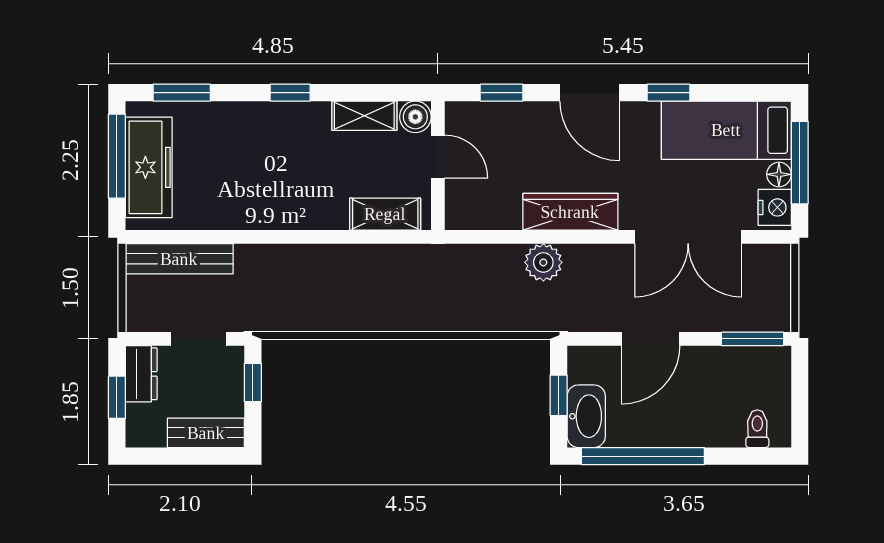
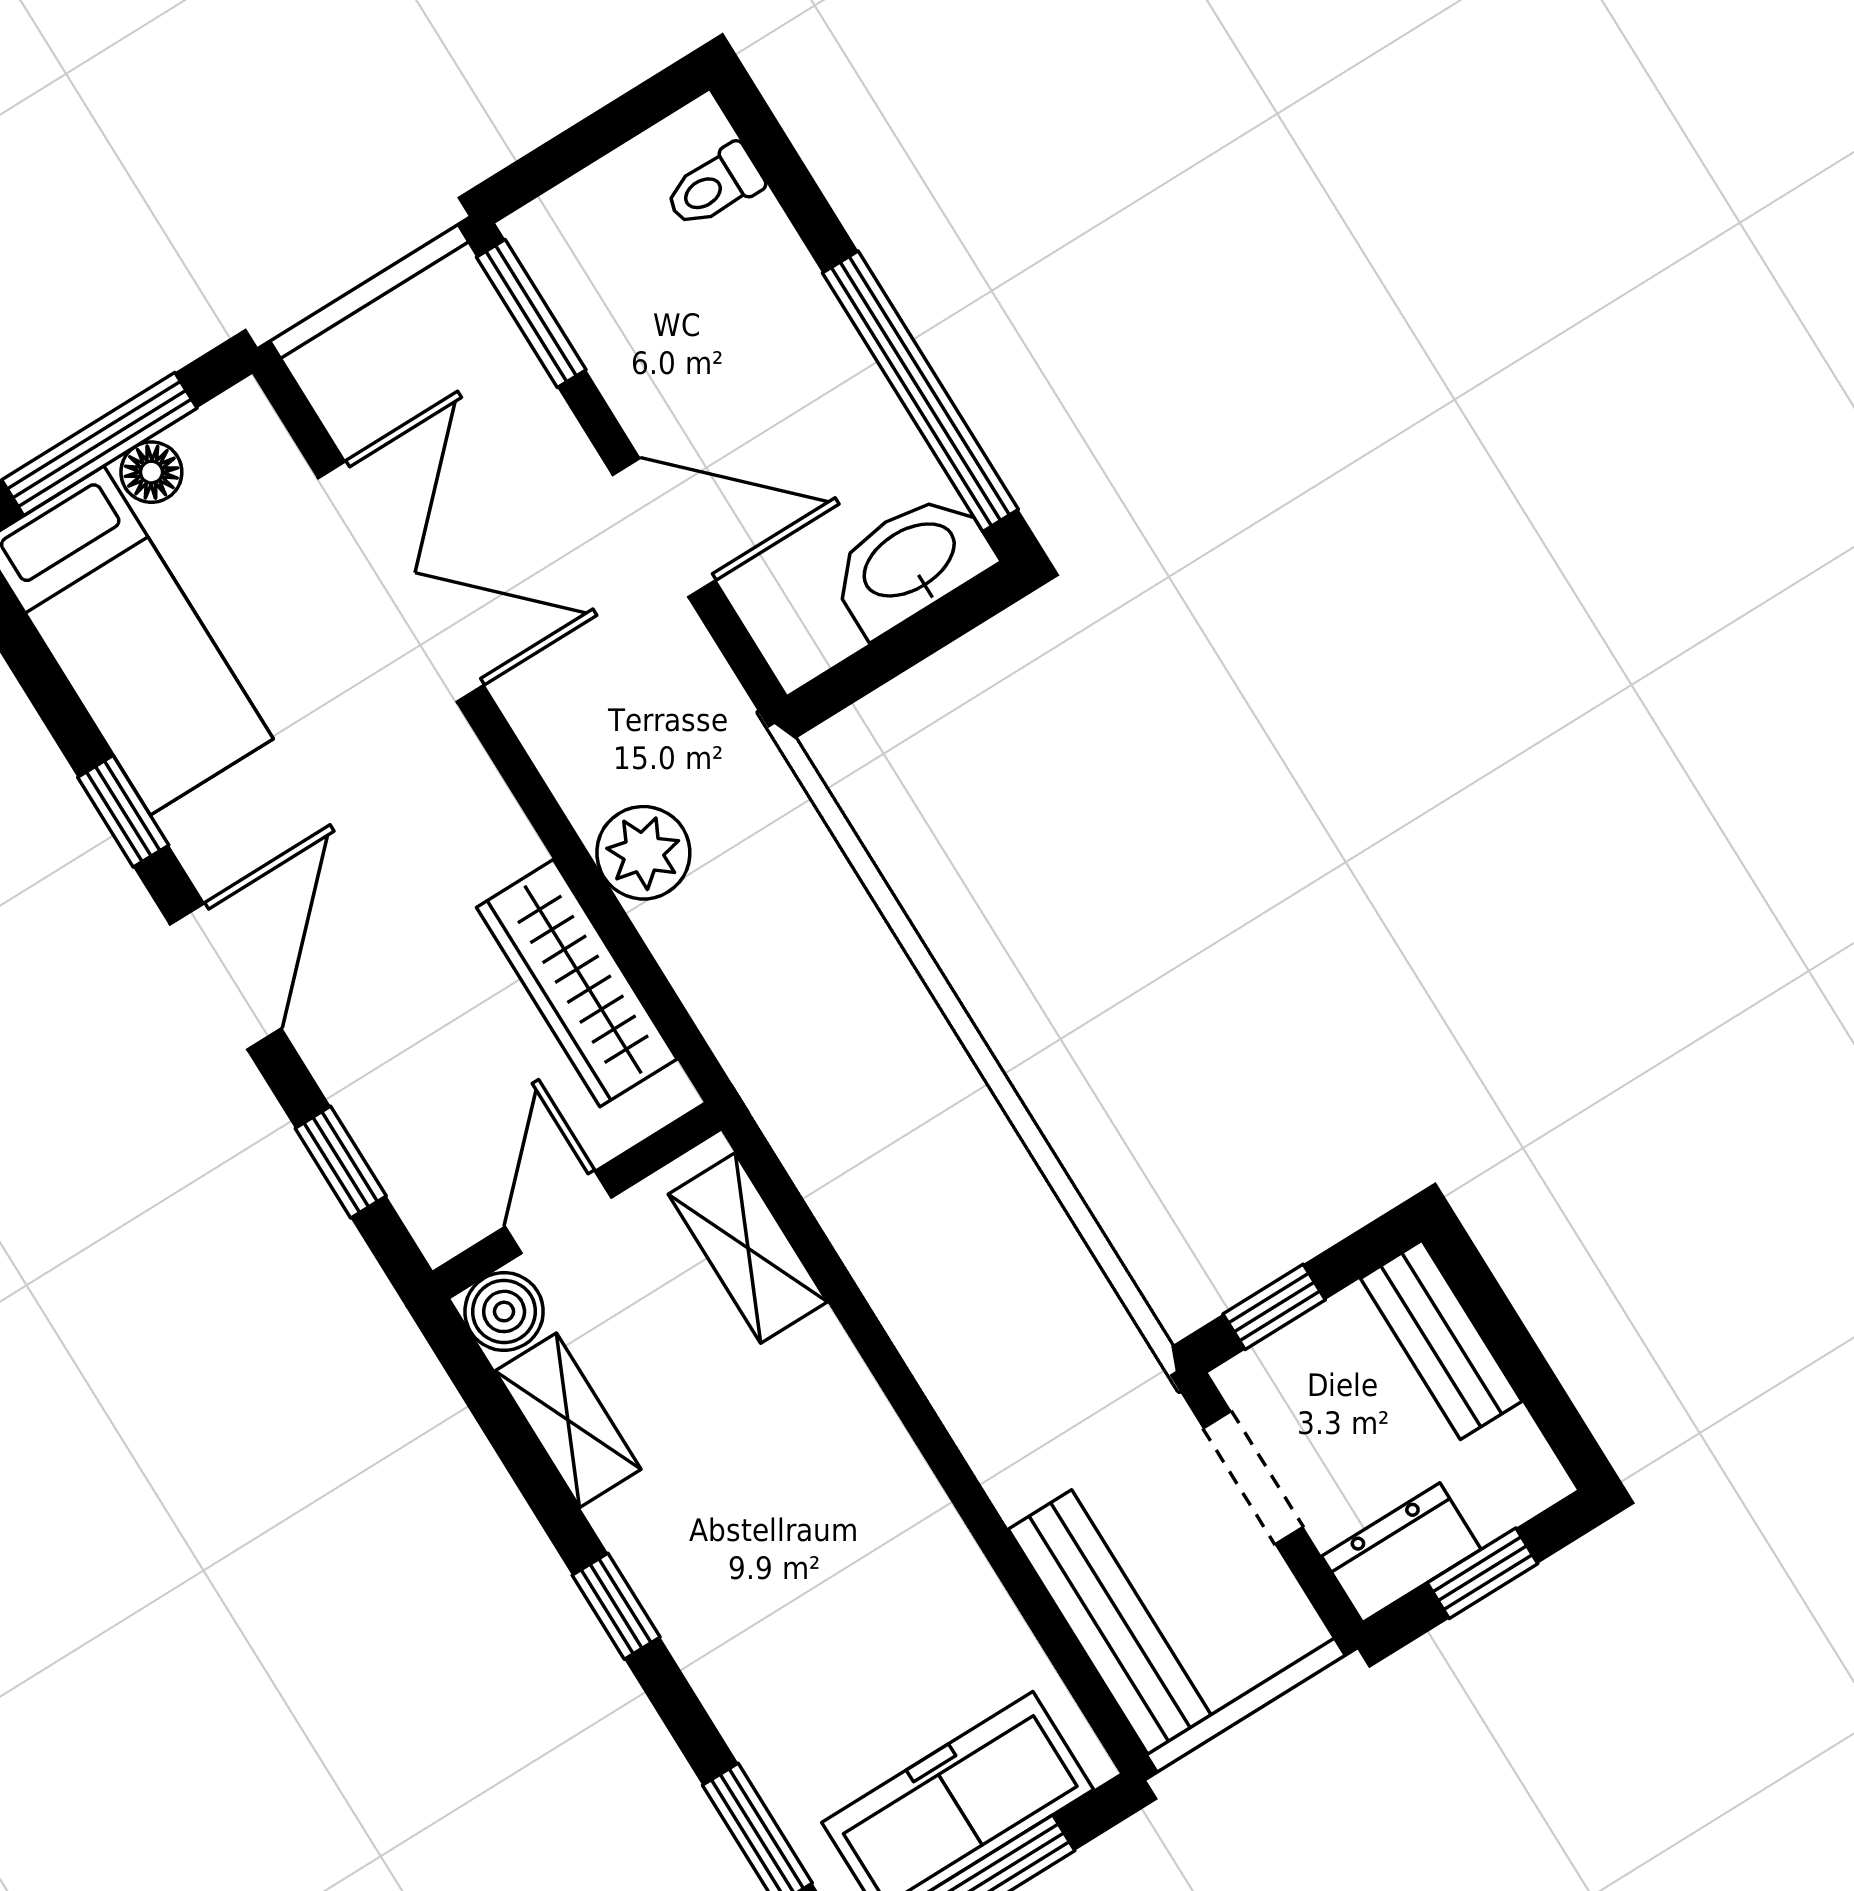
nightstand: (775, 207) -> (226, 438), removed
wardrobe: (570, 212) -> (577, 983), moved
window: (559, 395) -> (903, 647), removed

